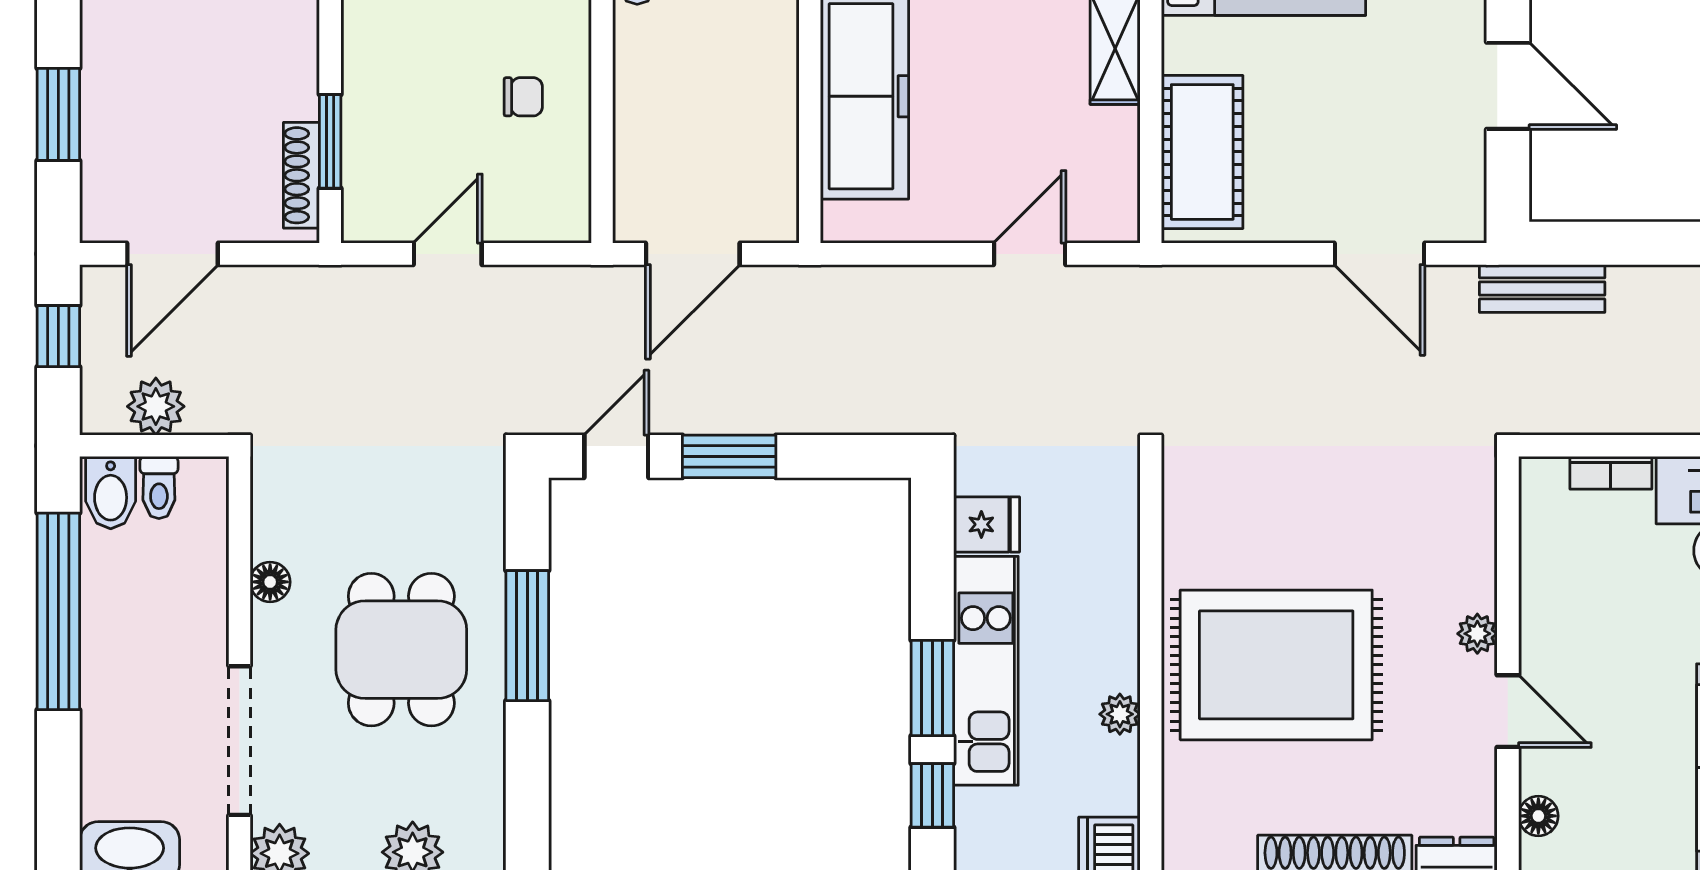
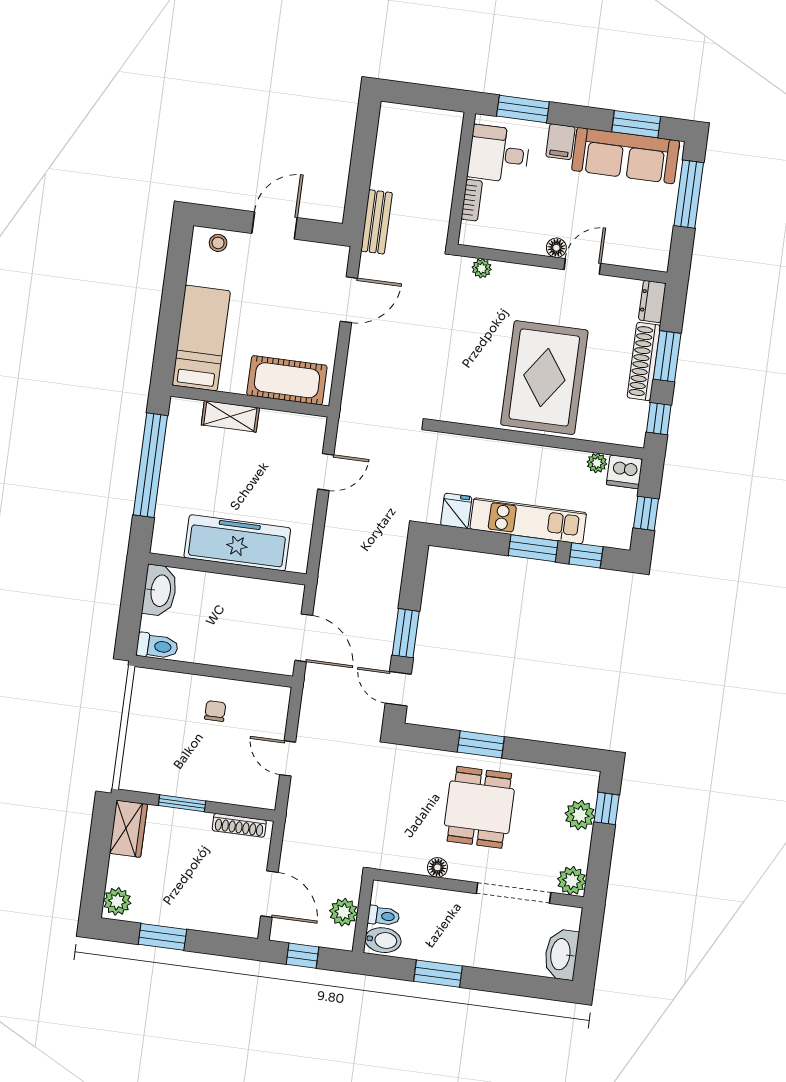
window: (58, 114) -> (162, 937), moved
window: (330, 141) -> (182, 803), moved
door: (1030, 254) -> (326, 472), swing flipped
window: (58, 611) -> (438, 974), width x0.47
plant: (1477, 634) -> (482, 268), moved
window: (527, 636) -> (481, 744), width x0.69
dining table: (401, 650) -> (479, 807), turned 90
plant: (1120, 714) -> (597, 463), moved
floor lamp: (1538, 816) -> (556, 248), moved

